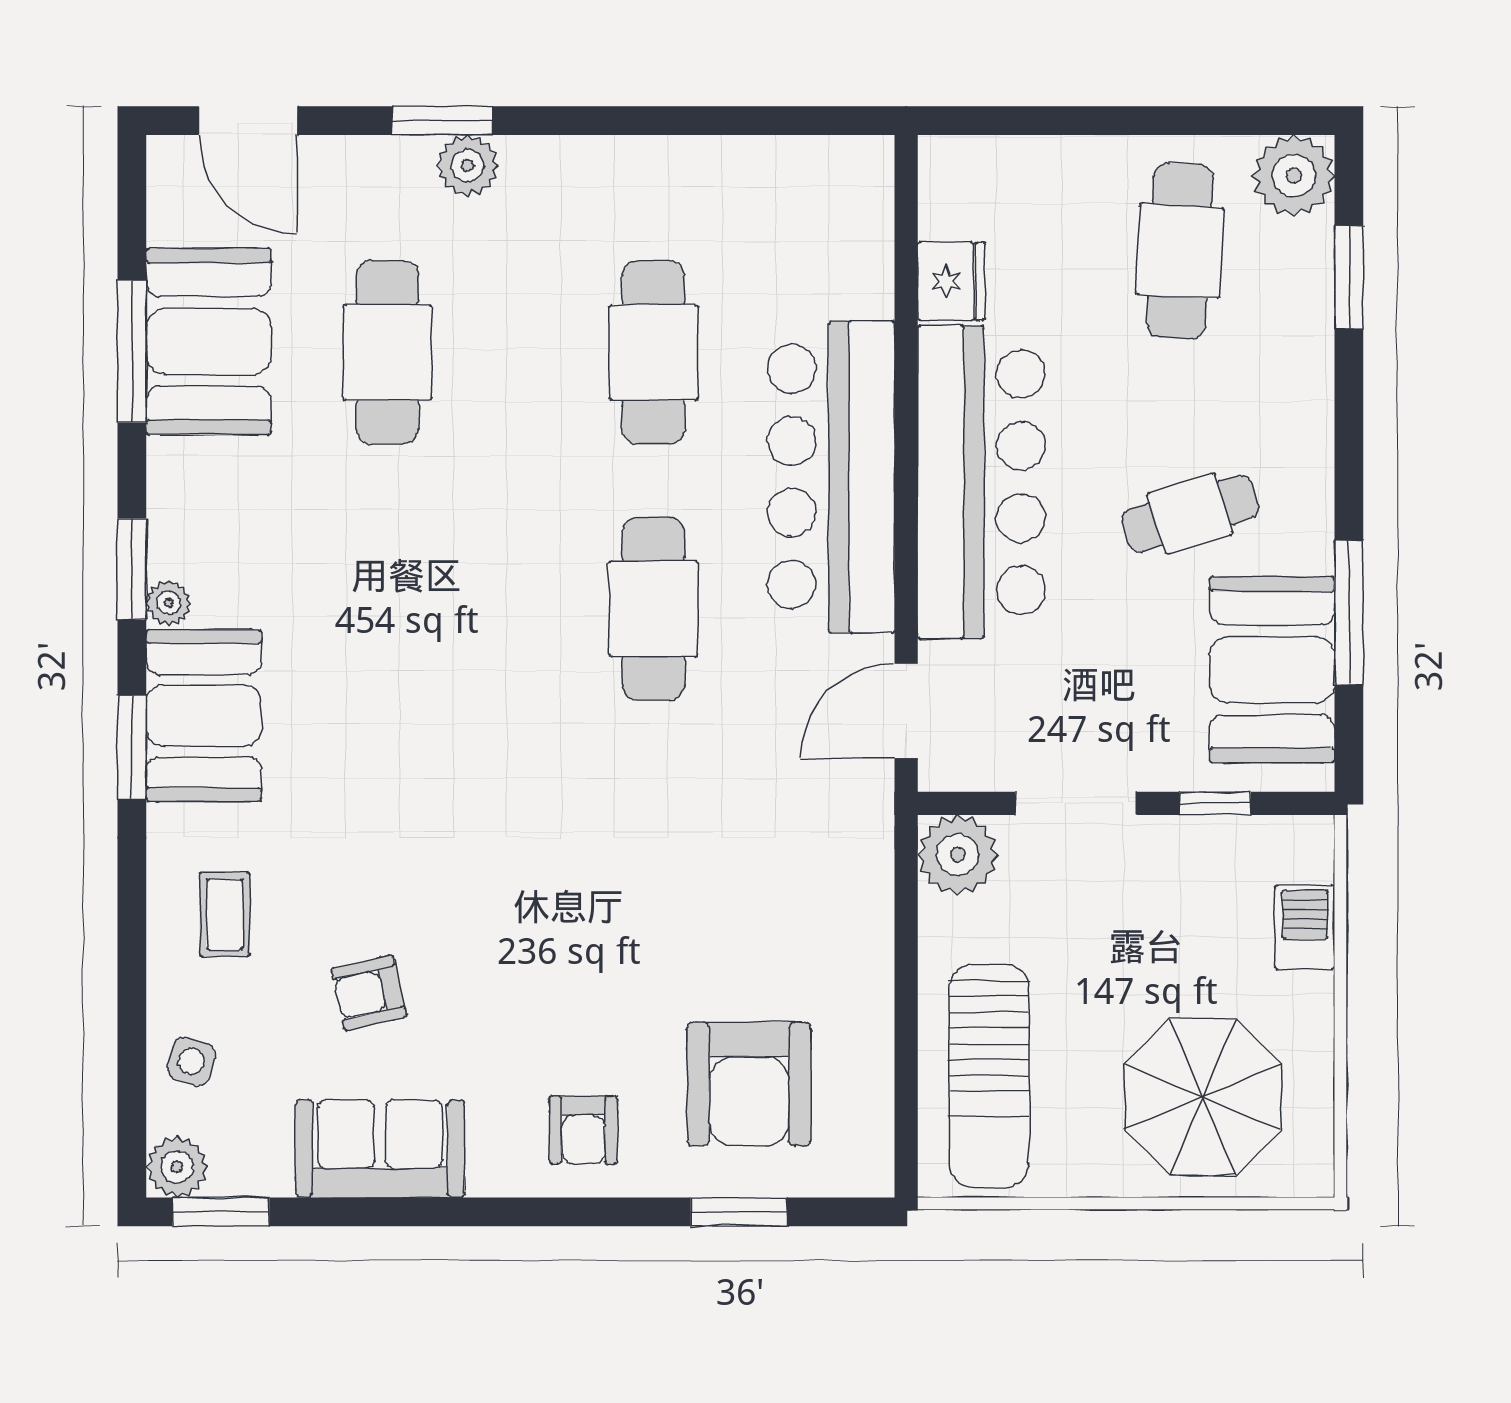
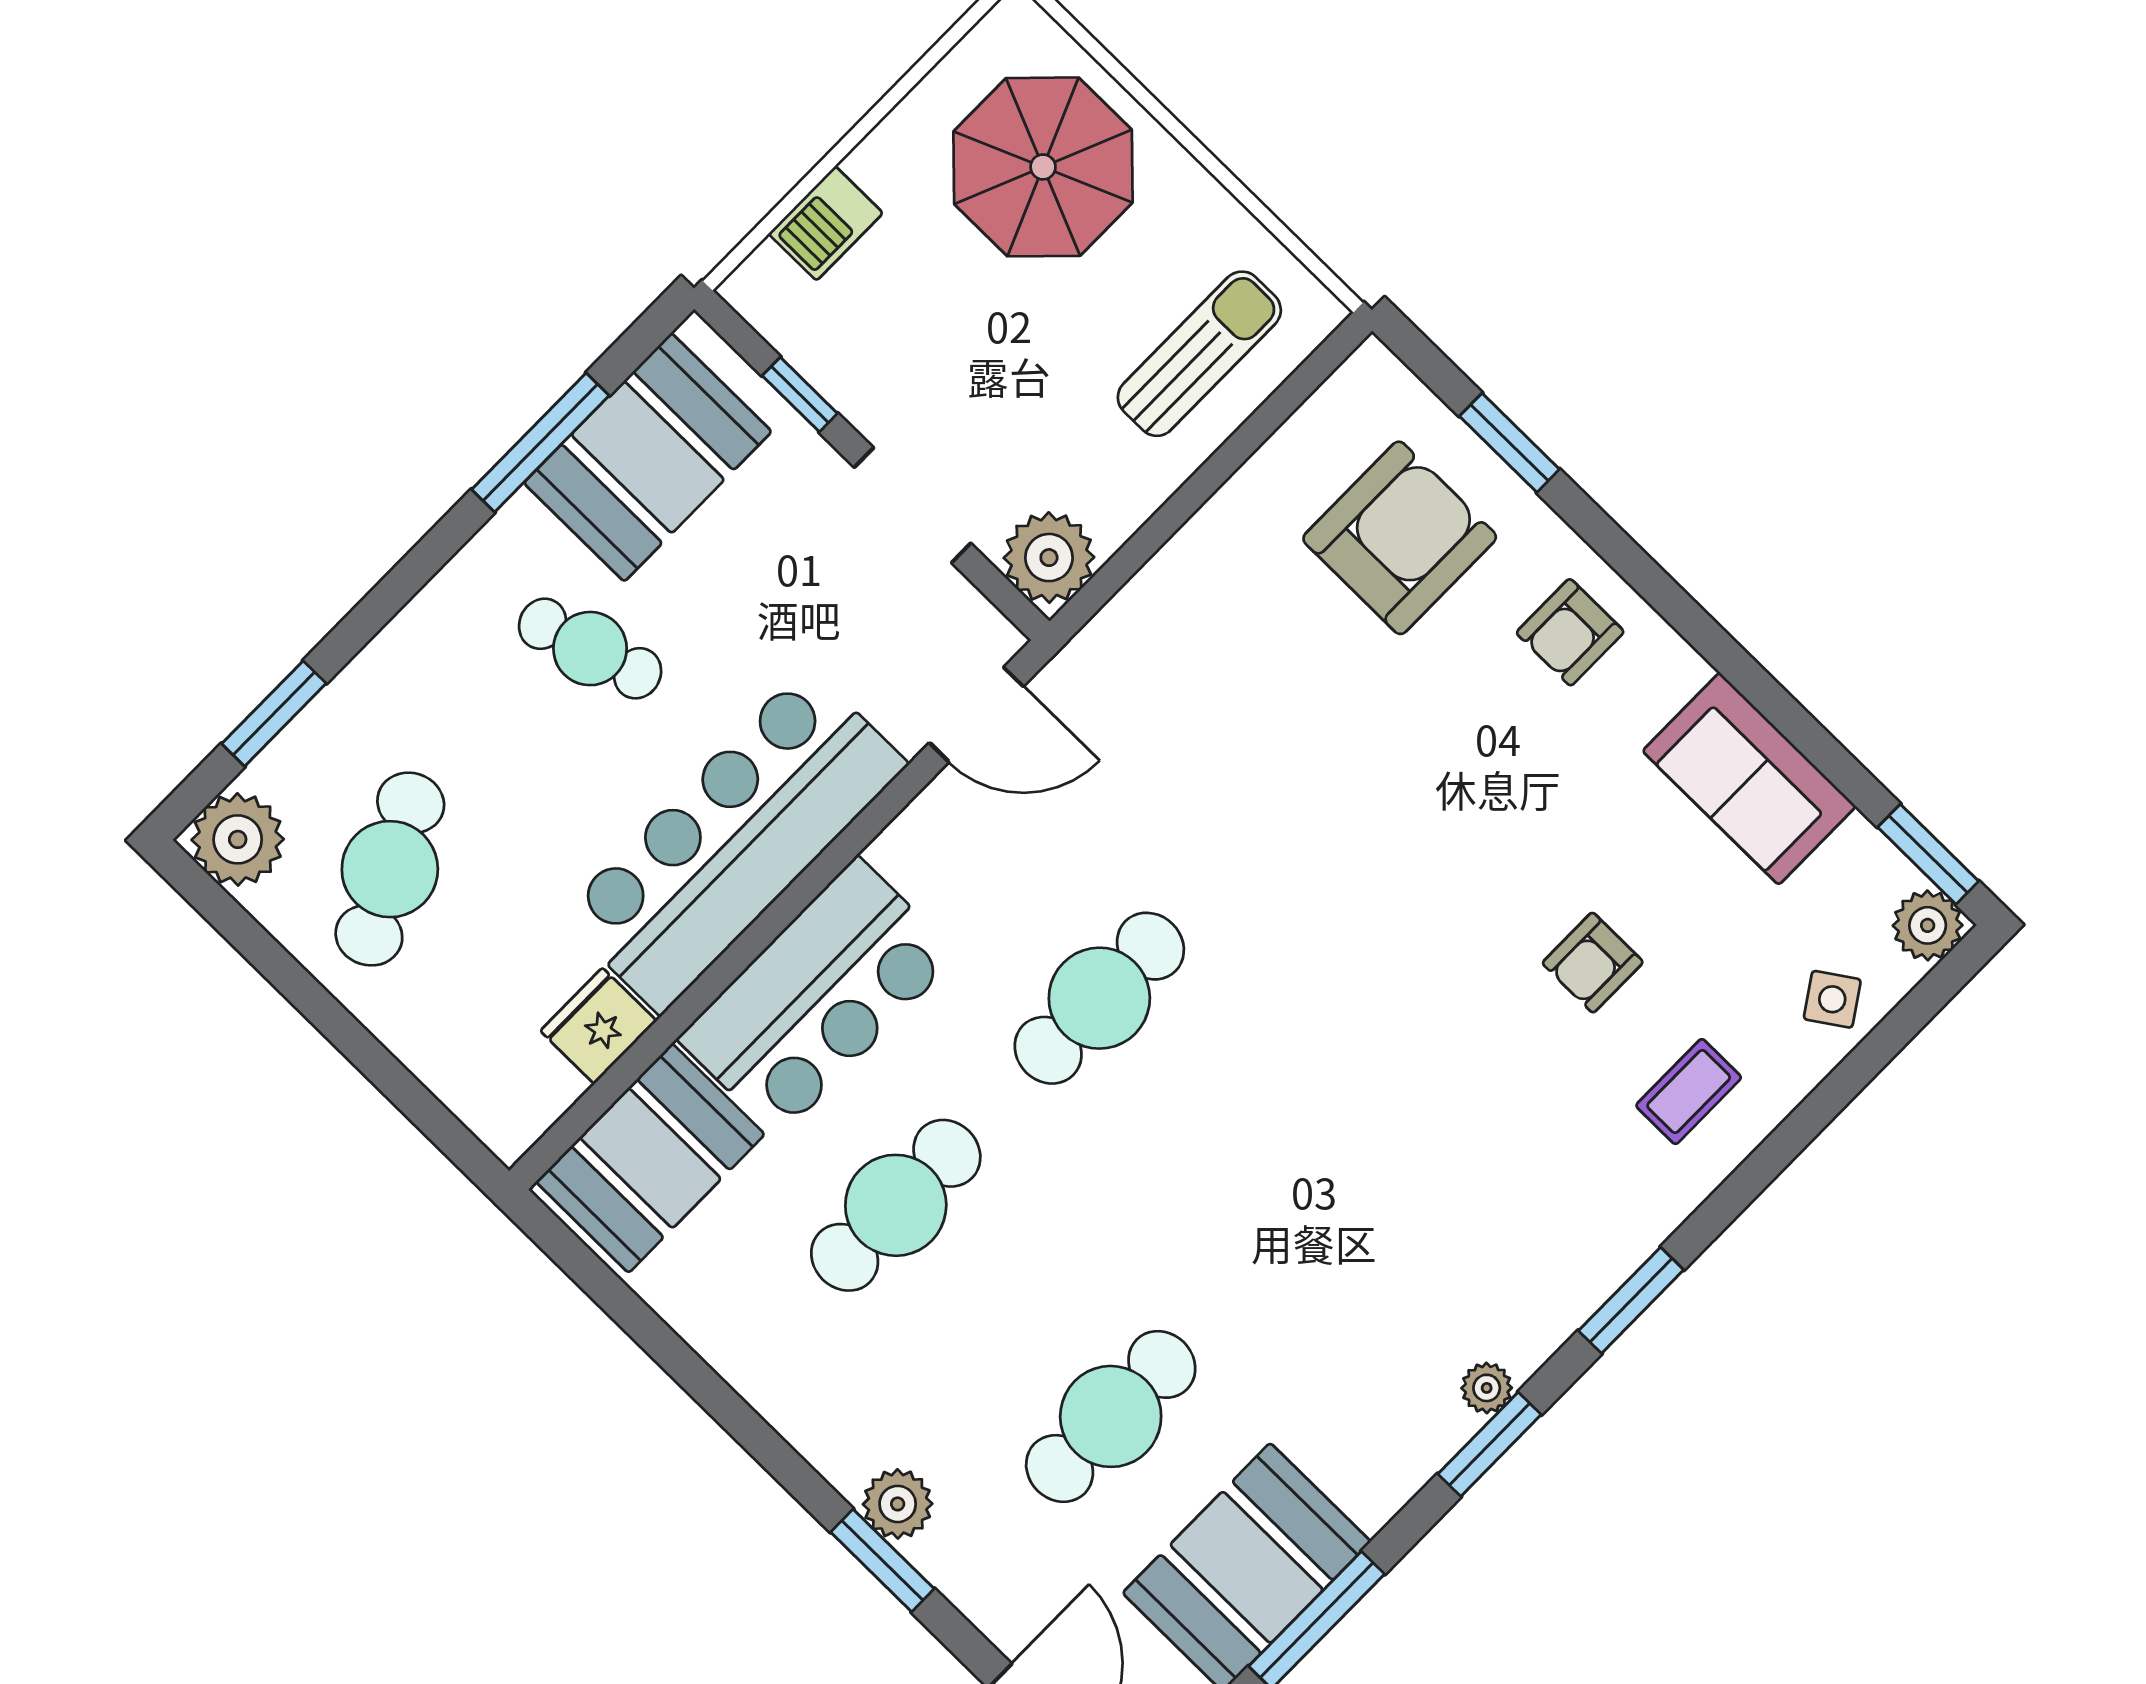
cafe table: (1180, 251) -> (390, 869), turned -30
bar counter: (831, 477) -> (818, 997), width x0.73
booth: (204, 716) -> (650, 1158), moved
armchair: (369, 993) -> (1593, 963), moved, turned 103
side table: (191, 1061) -> (1832, 999), turned 37
sun lounger: (989, 1076) -> (1199, 354), width x0.73, depth x0.75
armchair: (583, 1130) -> (1570, 632), turned 180

